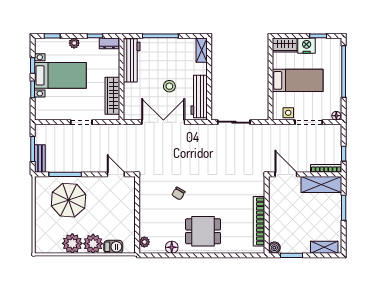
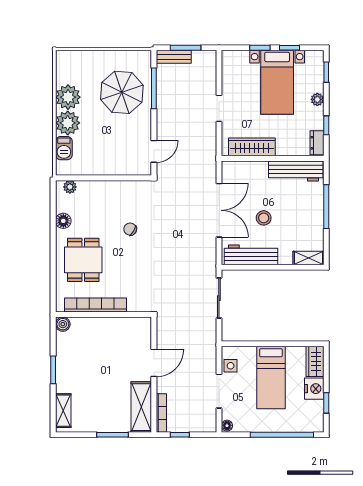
wall: (267, 215) -> (104, 314), moved
bookcase: (259, 221) -> (96, 305), moved
boiler: (274, 248) -> (63, 324), moved

